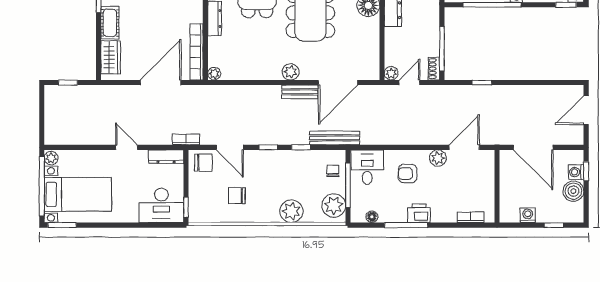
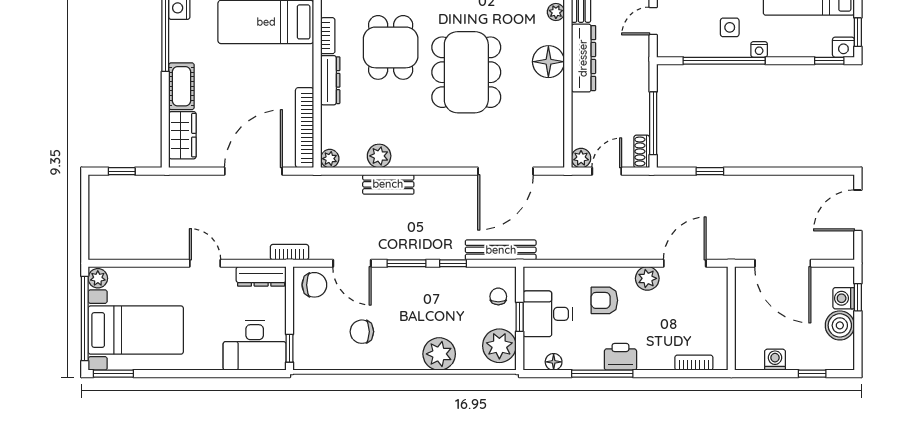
plant: (291, 72) -> (379, 156), moved
bench: (300, 92) -> (388, 184), moved
window: (268, 147) -> (406, 263), width x1.50
desk: (367, 167) -> (548, 314), moved, turned -90
window: (348, 185) -> (520, 317), width x0.46

